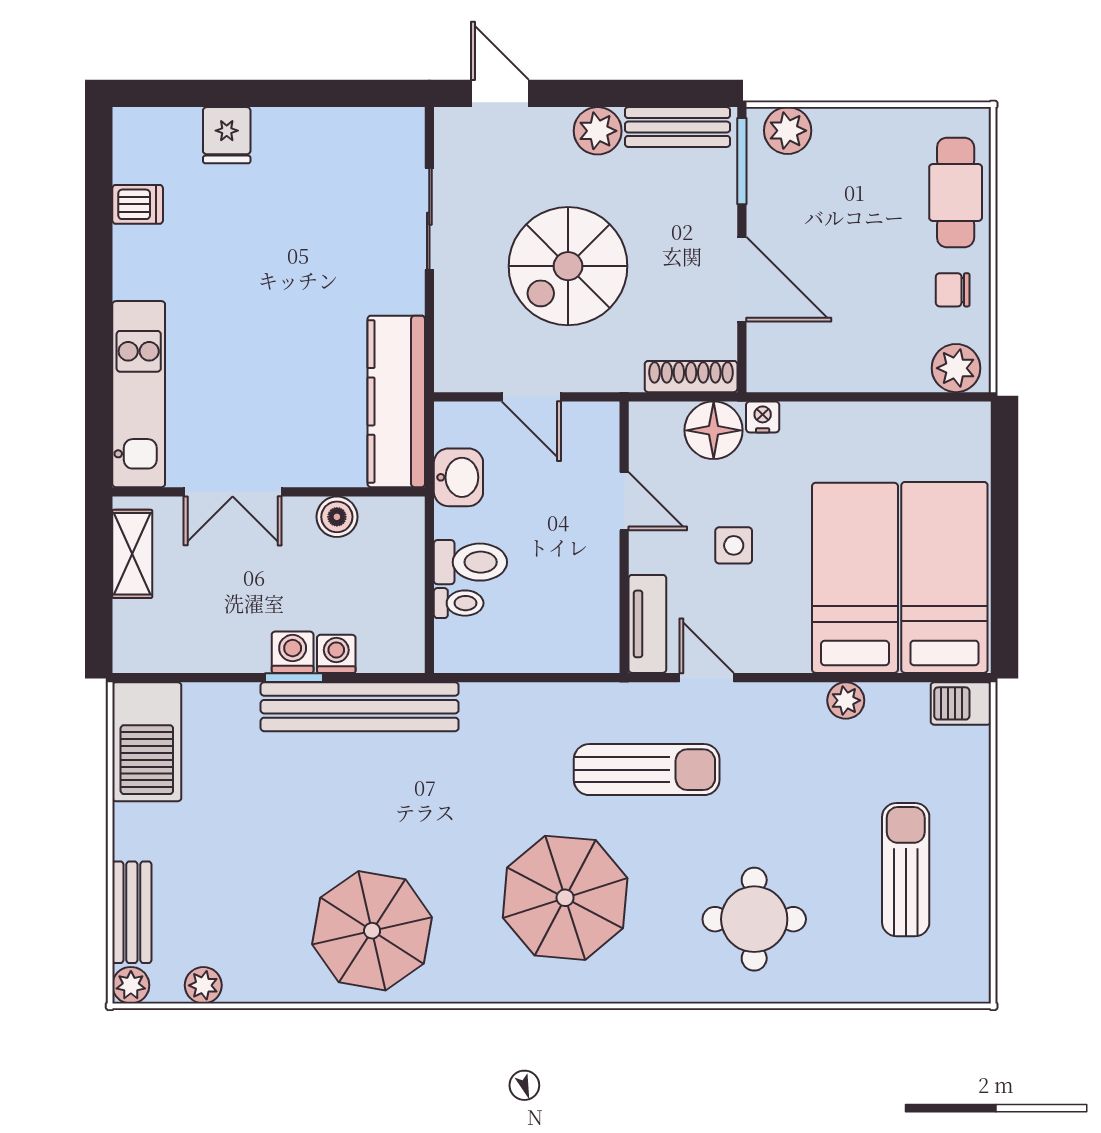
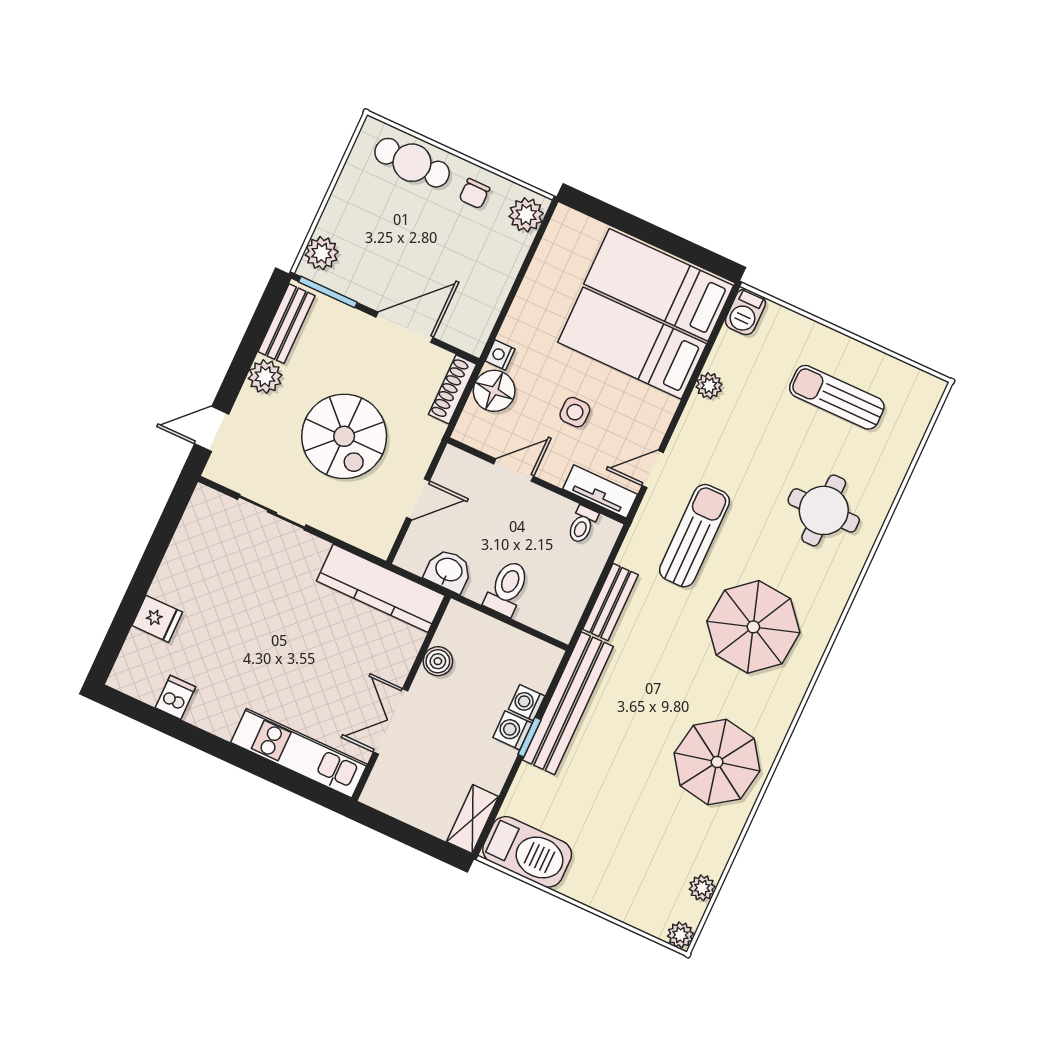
double door: (233, 492) -> (391, 721), swing flipped
shelving: (132, 554) -> (473, 819), moved, turned 90
toilet: (459, 603) -> (582, 525), moved, turned 180
bench: (132, 912) -> (610, 602), moved, turned 90

